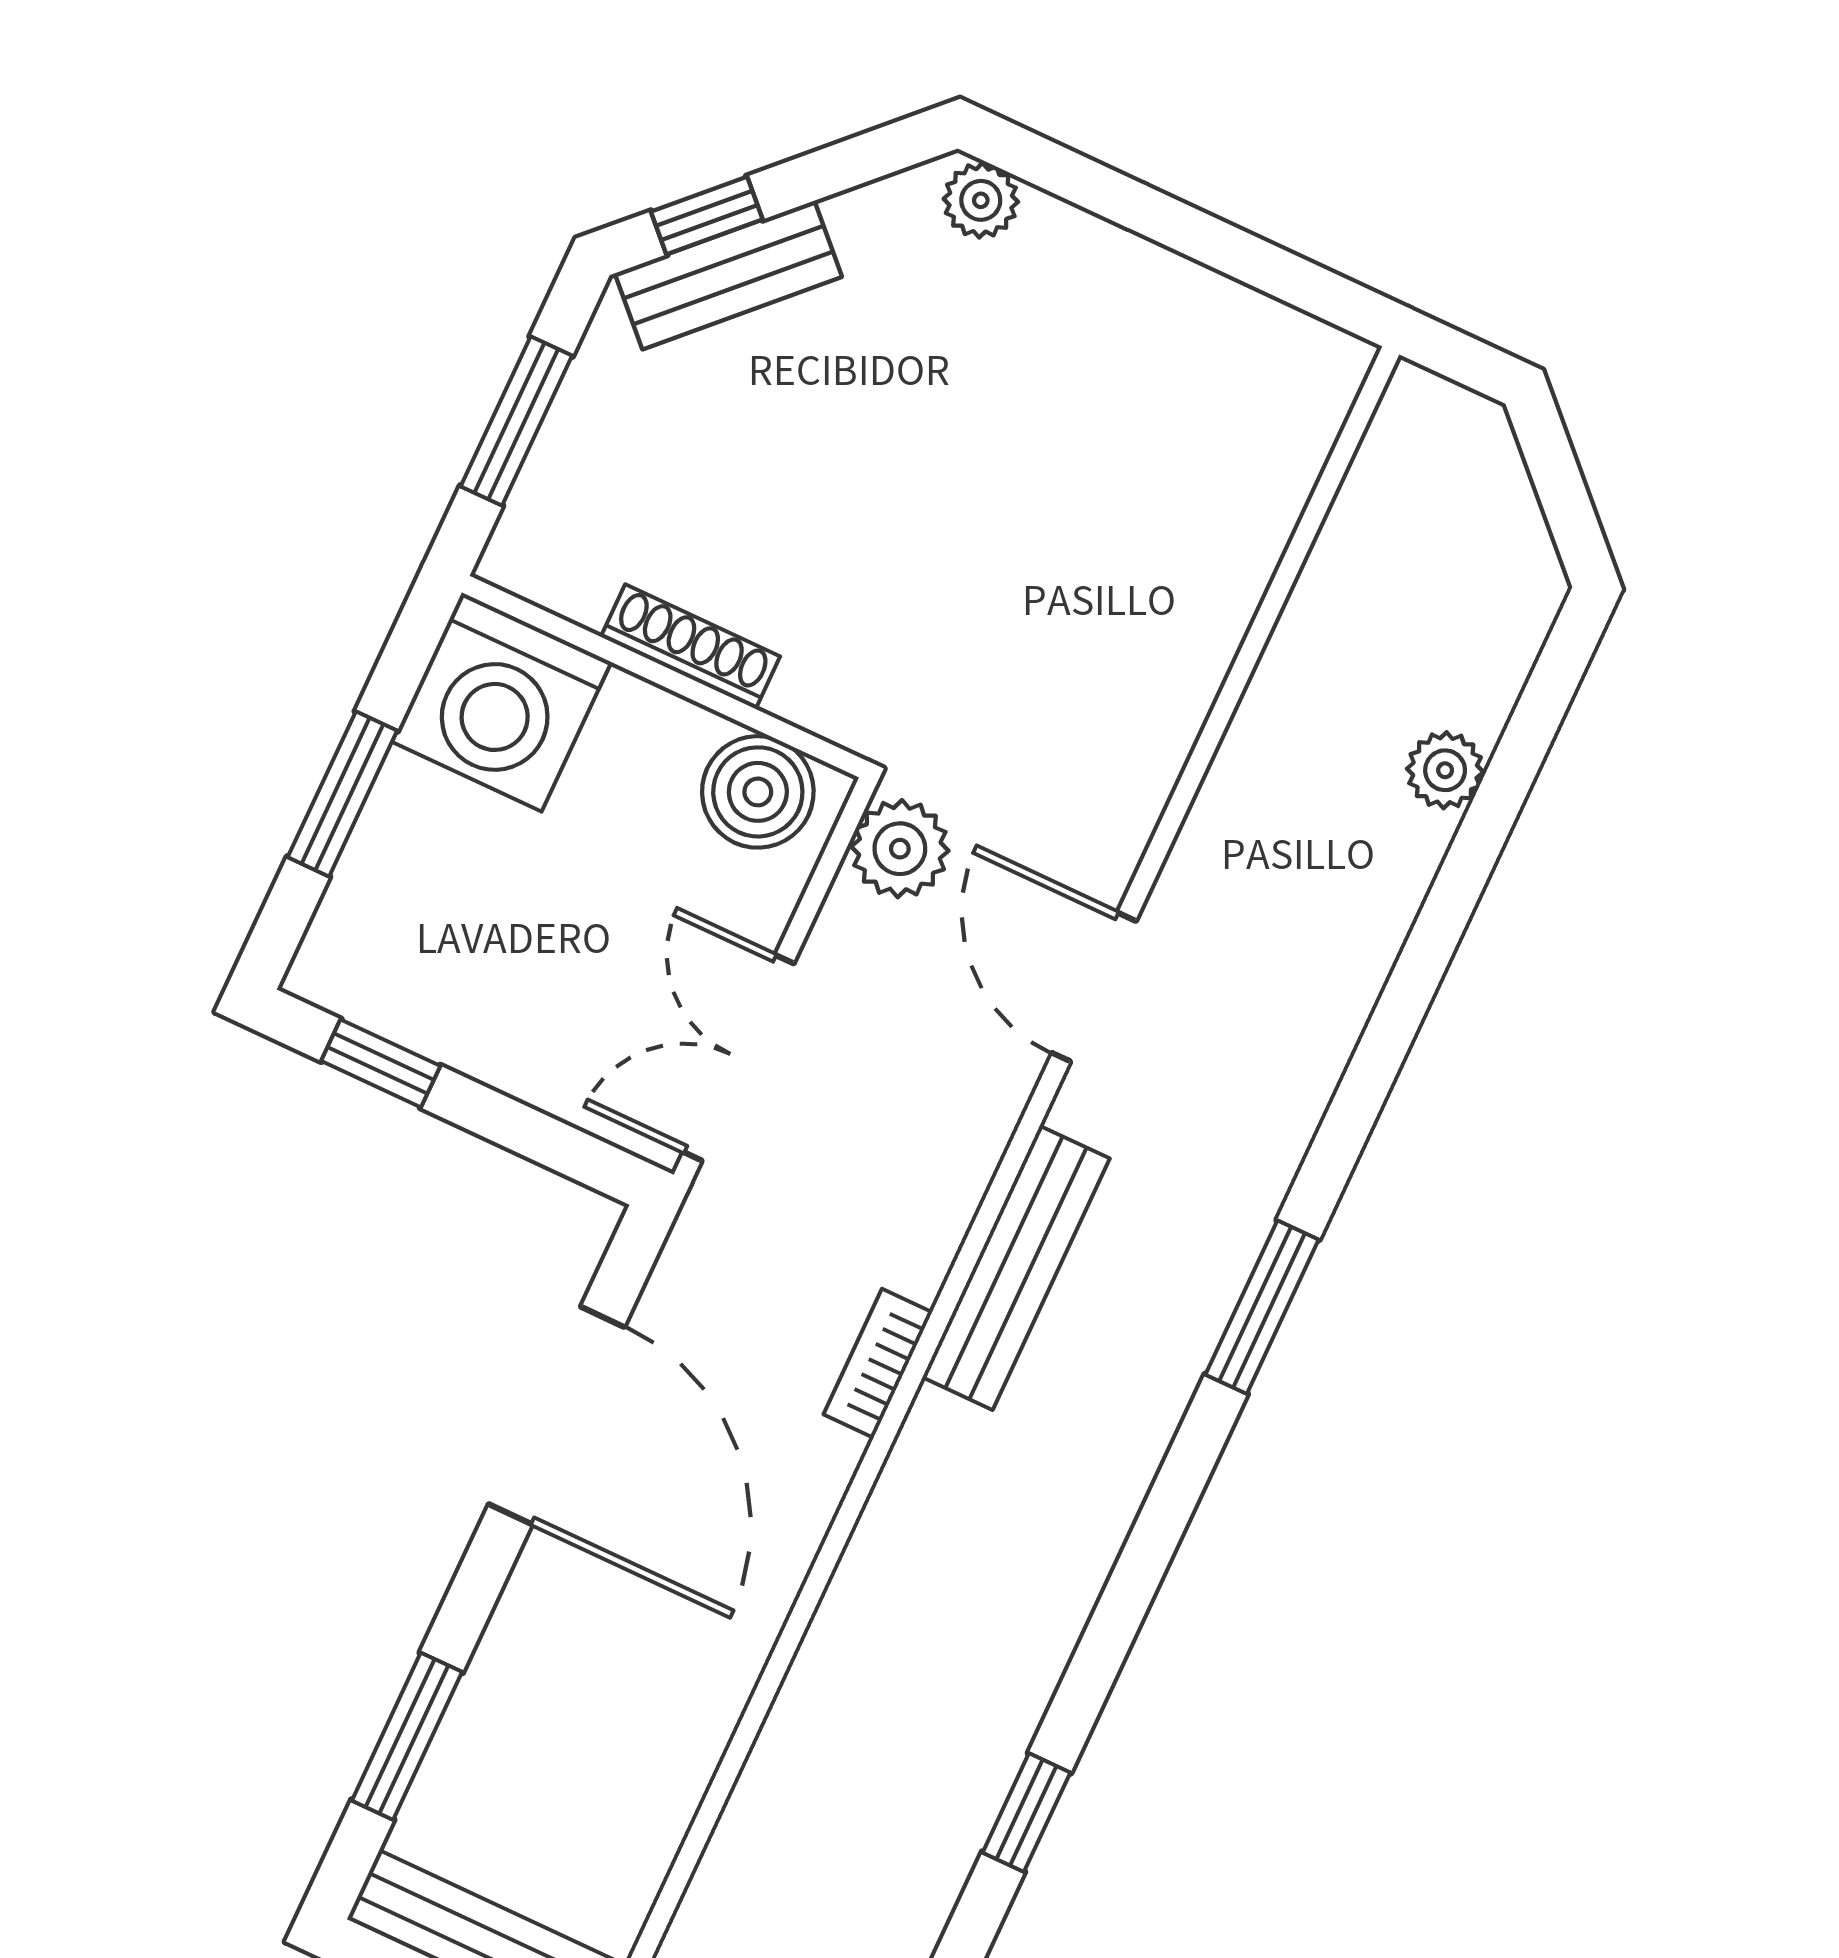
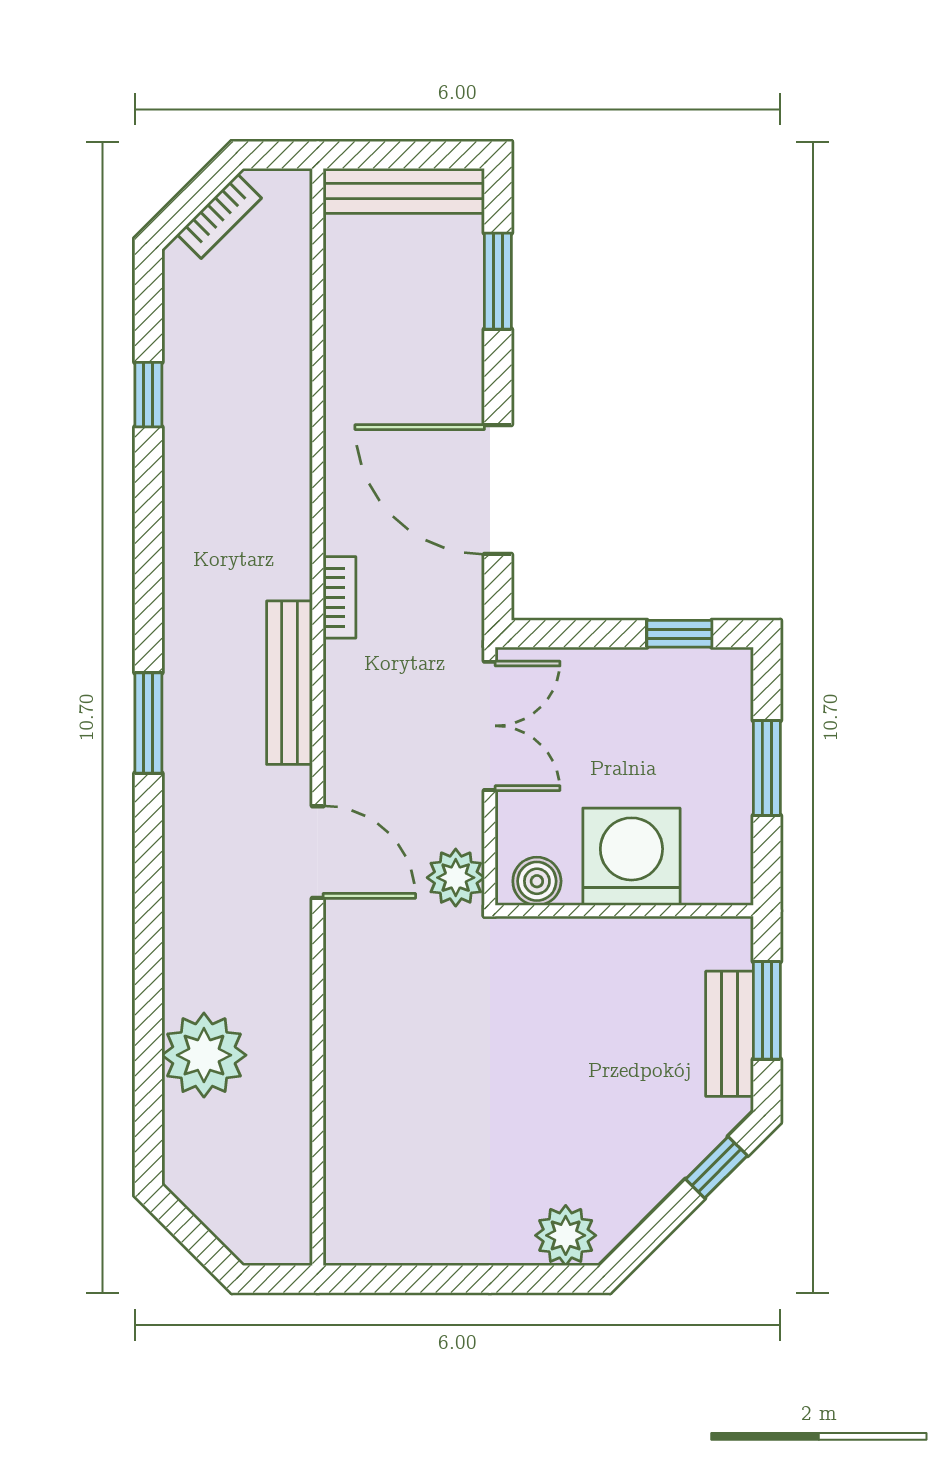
plant: (981, 200) -> (566, 1235), width x1.38, depth x1.38
bench: (728, 275) -> (730, 1034), moved, turned -45
shoe rack: (690, 647) -> (618, 933), removed
washing machine: (502, 702) -> (631, 857), moved
plant: (1445, 770) -> (204, 1055), width x1.88, depth x1.88
boiler: (758, 792) -> (537, 881), width x0.73, depth x0.73

